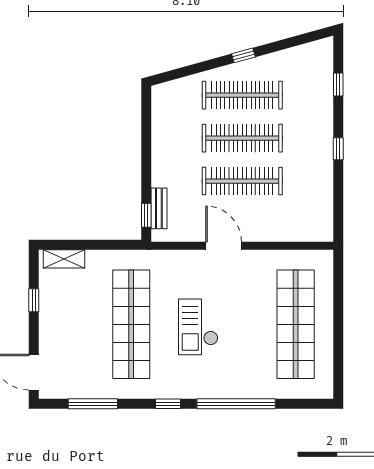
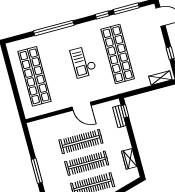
wardrobe: (162, 125) -> (129, 159), added
window: (338, 149) -> (37, 171), width x2.17
checkout: (198, 327) -> (83, 62), turned 180
window: (168, 404) -> (102, 15), moved

